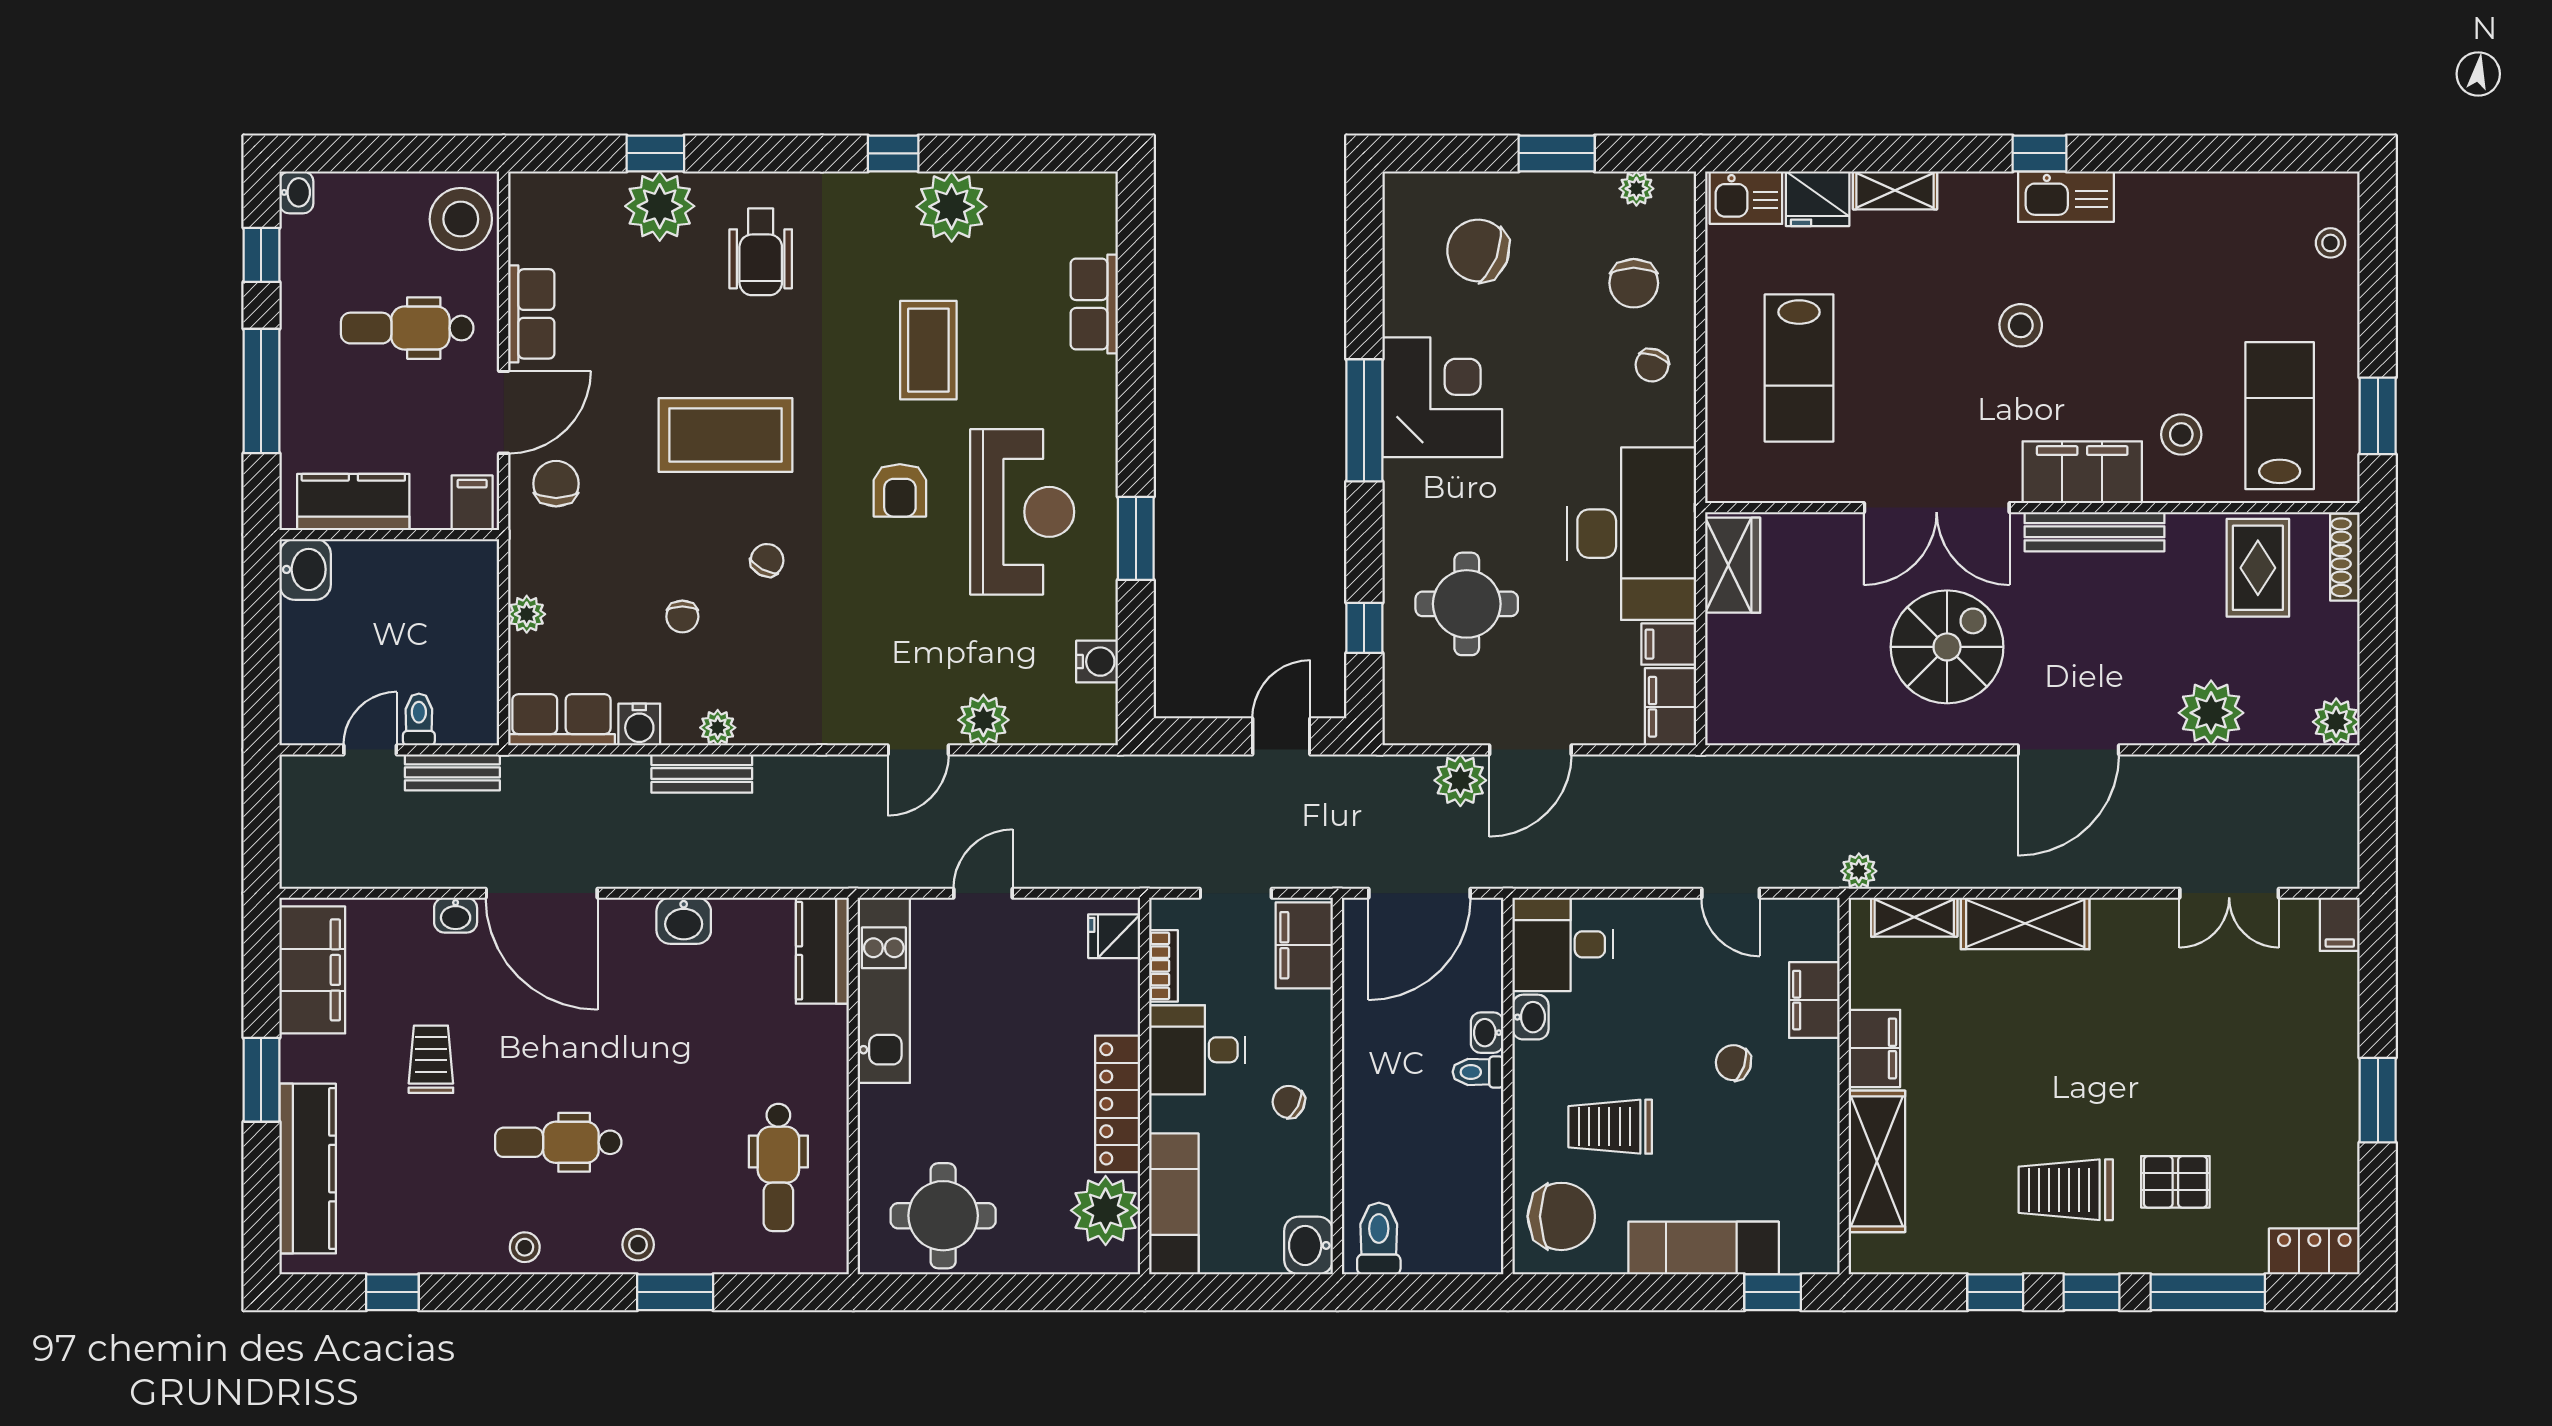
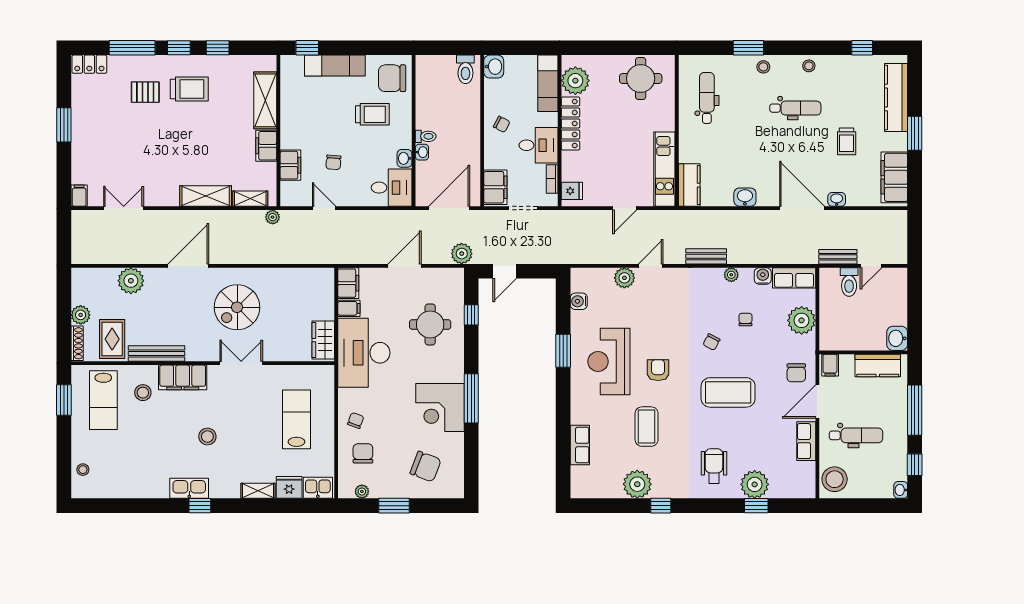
double door: (1937, 508) -> (241, 363), width x0.73
bench: (2094, 532) -> (157, 353), moved
plant: (527, 614) -> (802, 320), width x1.87, depth x1.87
toilet: (419, 719) -> (849, 282), width x1.37, depth x1.39
plant: (2336, 722) -> (81, 315), moved
bench: (702, 773) -> (706, 256), moved
plant: (1460, 780) -> (462, 254), moved
chair: (1733, 1063) -> (333, 162), moved, turned 76

